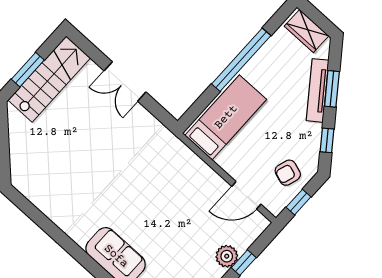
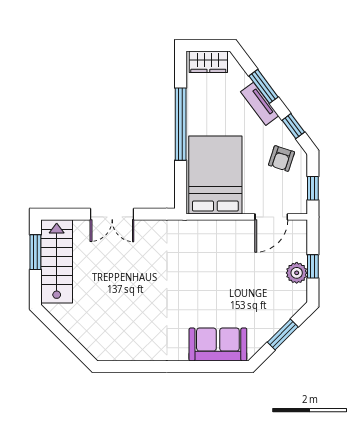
window: (28, 70) -> (35, 252), moved
tv unit: (317, 90) -> (260, 104), width x0.71
bed: (226, 117) -> (215, 175), width x1.50
armchair: (288, 173) -> (282, 159), moved

